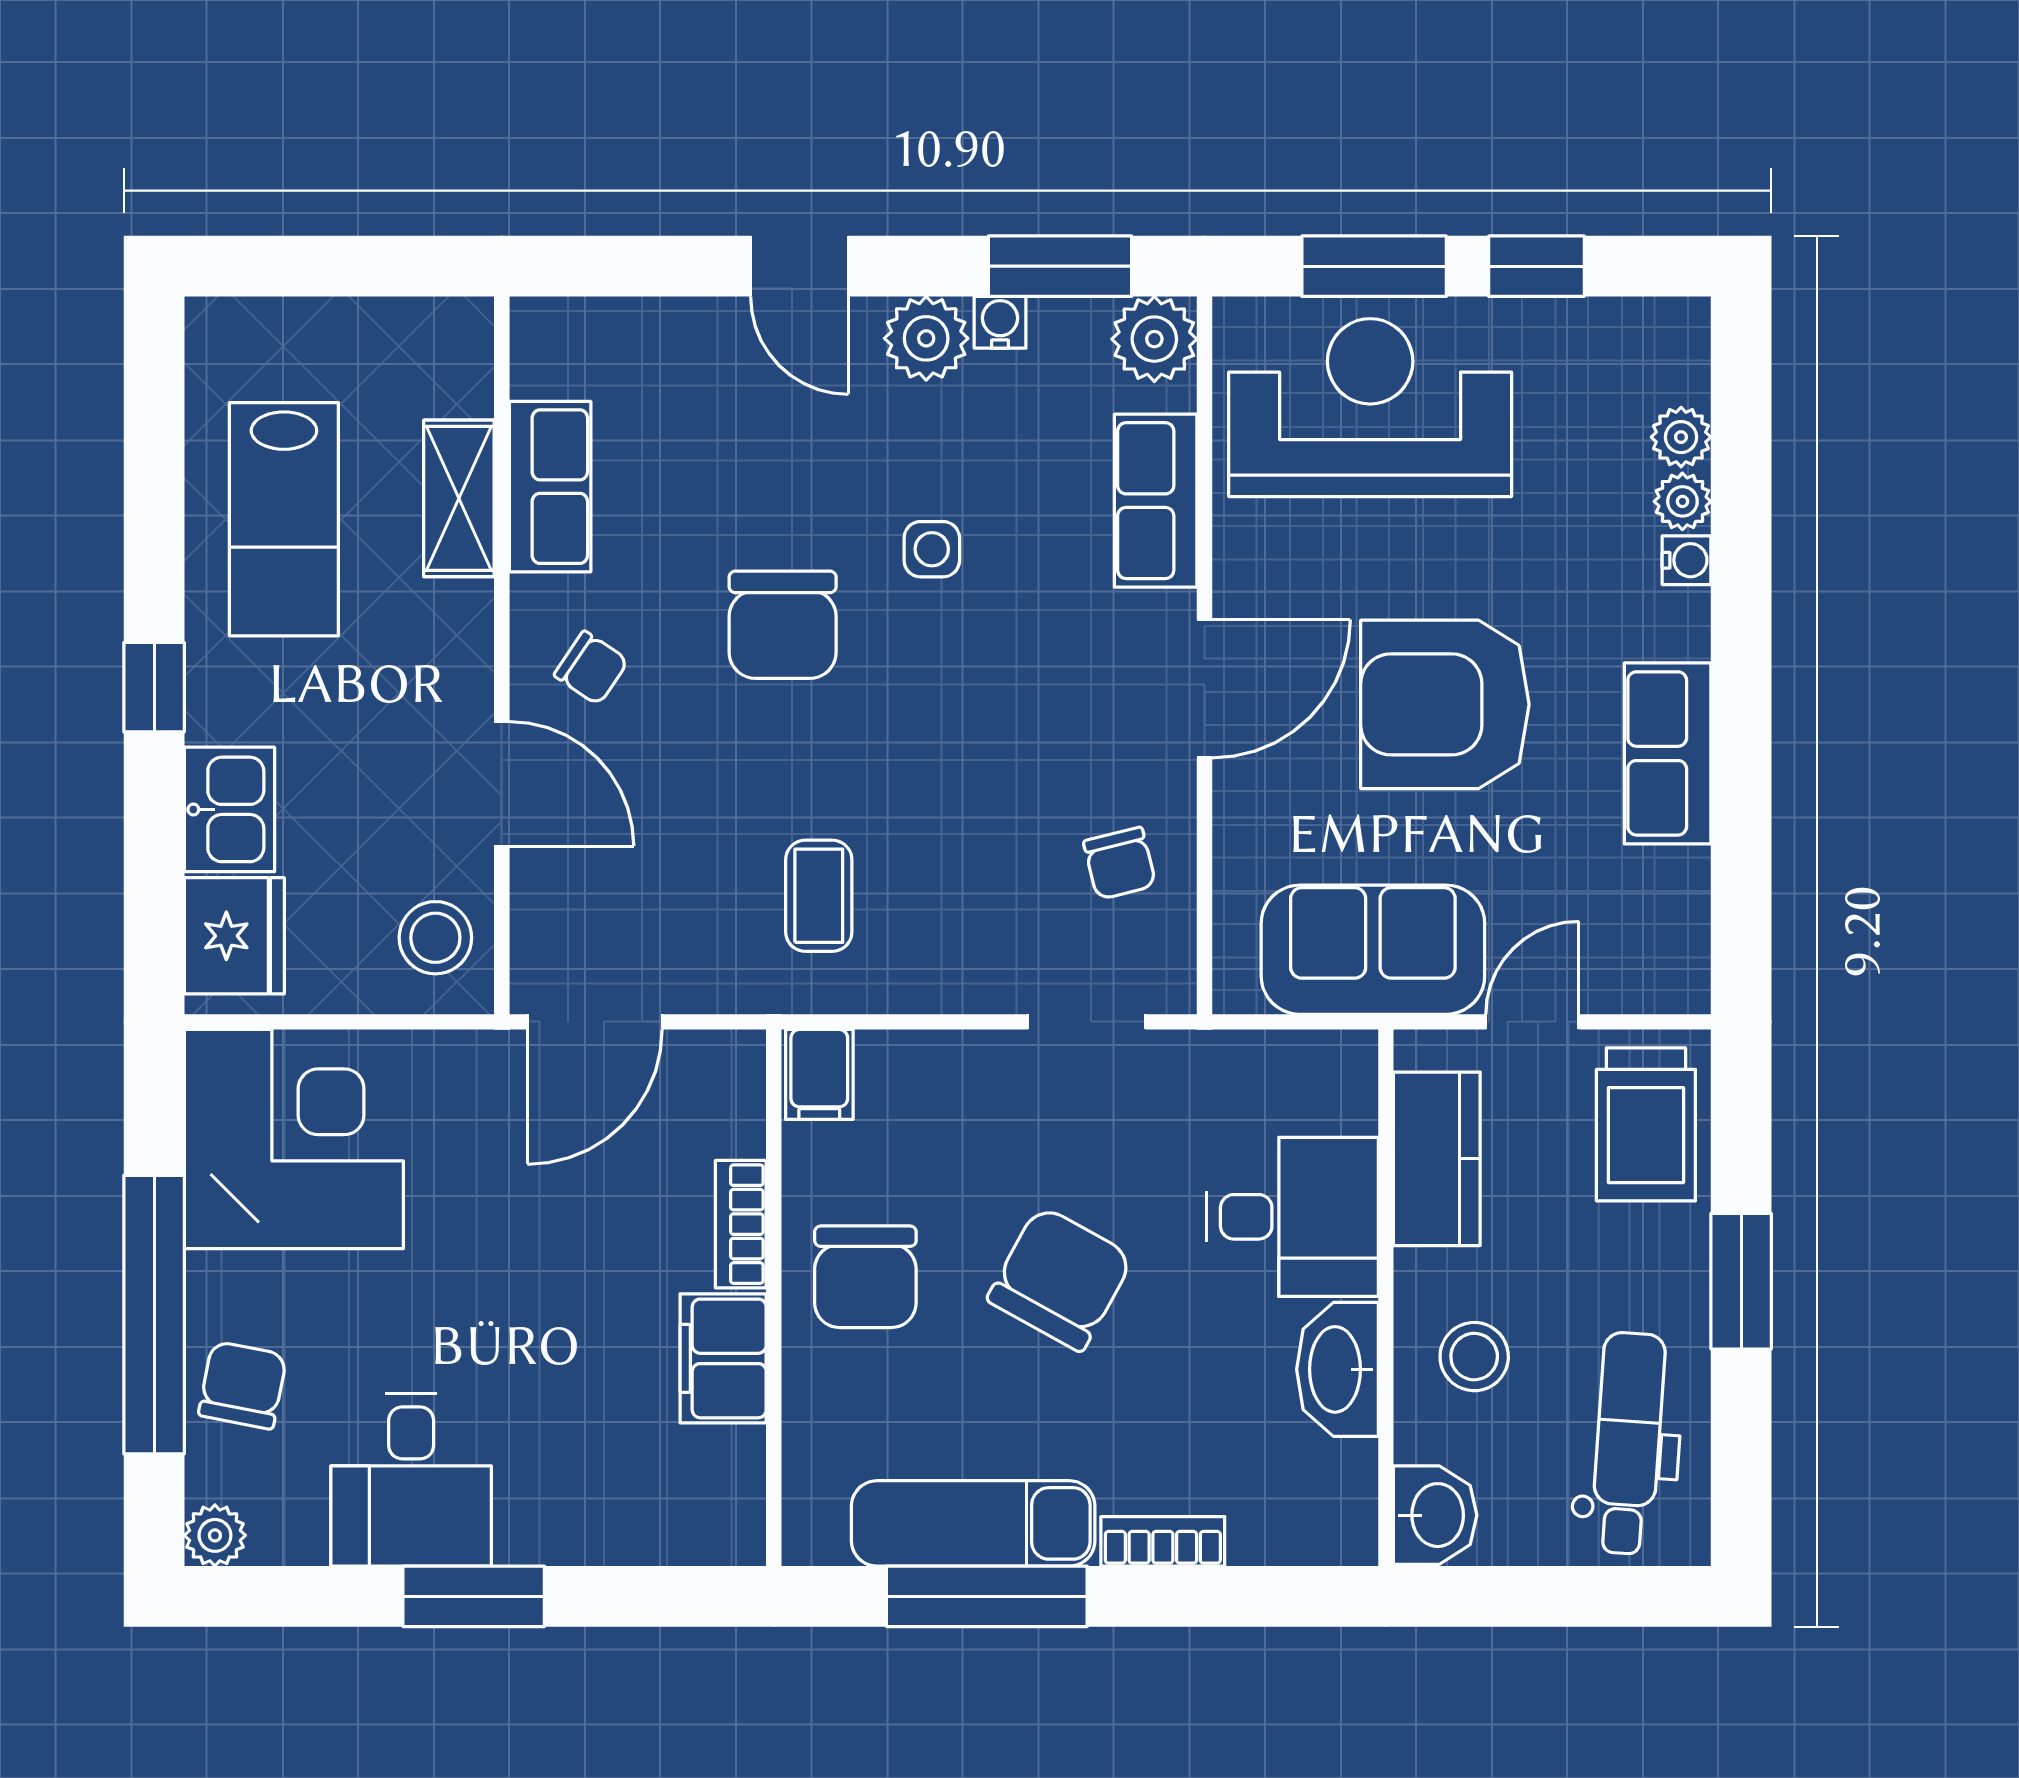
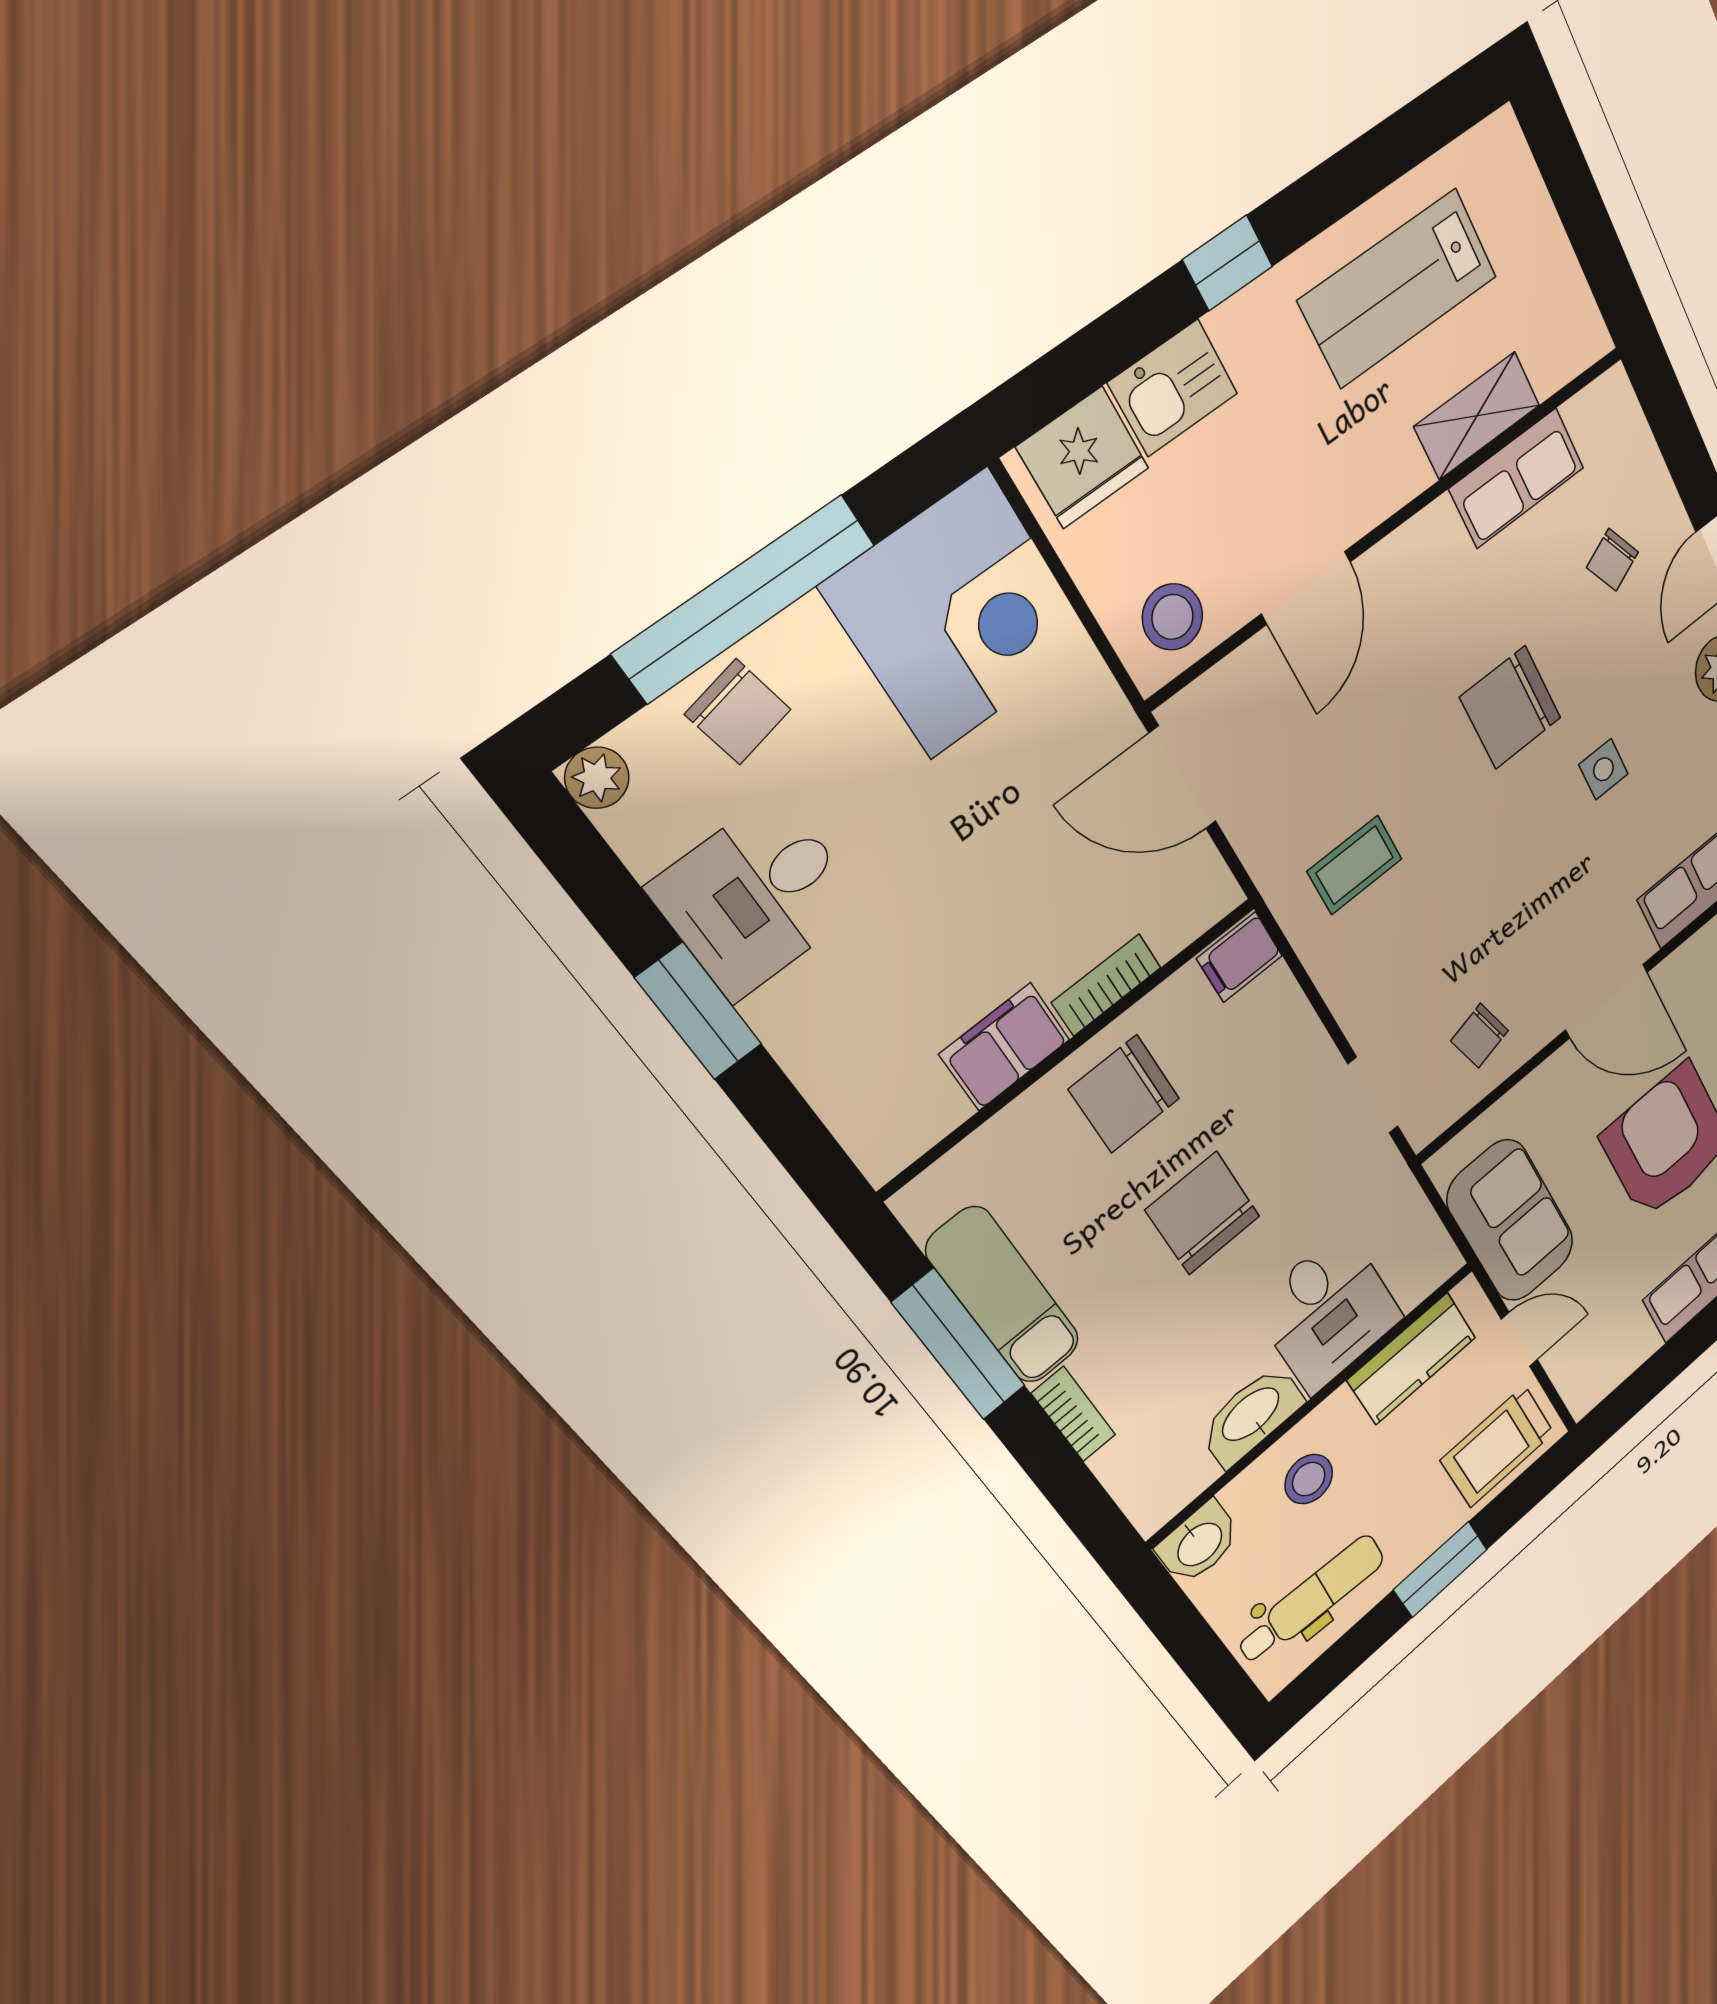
chair: (591, 668) -> (1612, 560), moved, turned 31
chair: (1060, 1278) -> (1203, 1213), turned -119
chair: (243, 1385) -> (738, 712), turned 67

